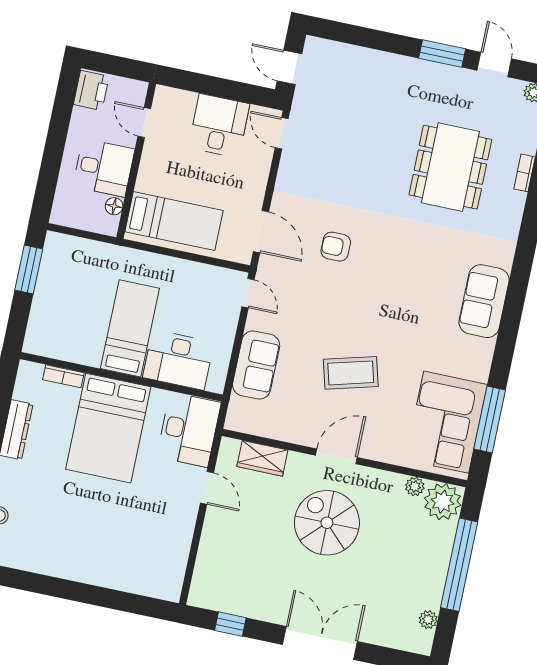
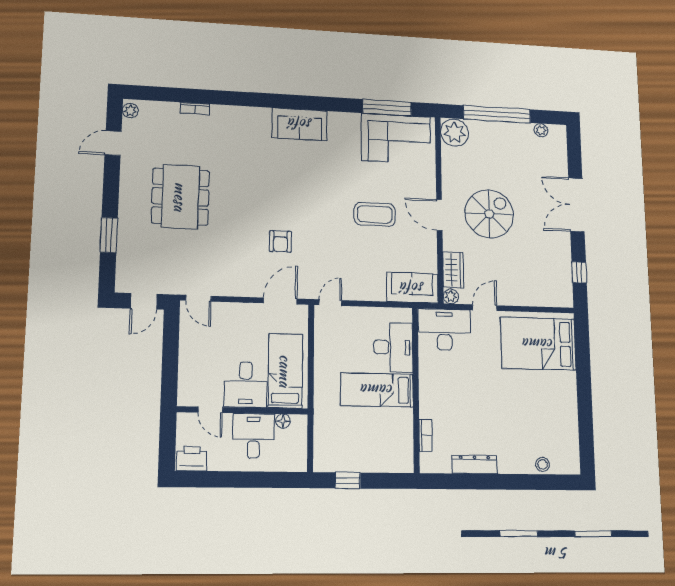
window: (442, 54) -> (109, 235), moved
door: (144, 122) -> (210, 410), hinge flipped
desk: (219, 126) -> (246, 385), moved, turned -90
door: (282, 133) -> (199, 298), hinge flipped
dining table: (450, 167) -> (180, 197), moved, turned 90
window: (29, 270) -> (348, 480), width x0.67
sofa: (256, 365) -> (412, 288), moved
coffee table: (351, 373) -> (375, 214), turned -75
bed: (108, 428) -> (538, 344), moved, turned 180
plant: (415, 487) -> (451, 296), moved
spiral stairs: (327, 523) -> (489, 214), turned 180

